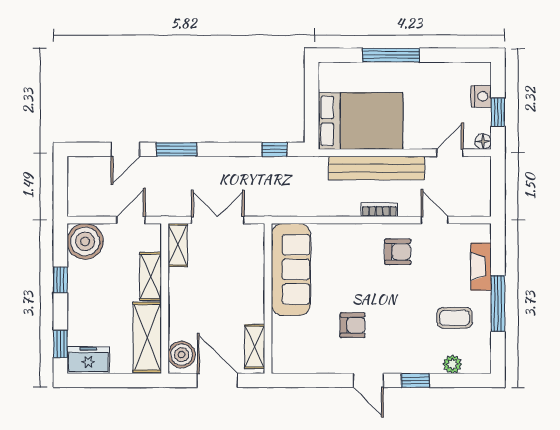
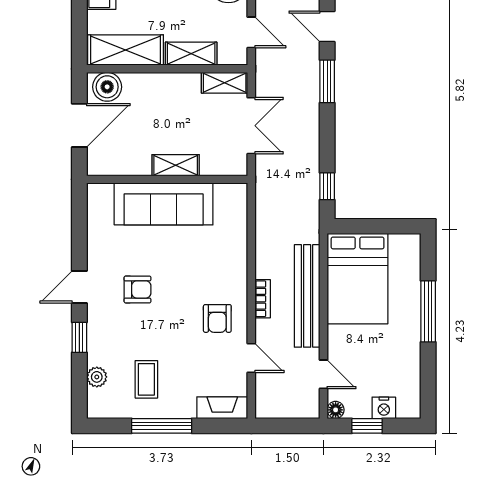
door: (435, 220) -> (251, 358), hinge flipped
fireplace: (481, 267) -> (222, 408), moved
sofa: (291, 269) -> (164, 204), moved
armchair: (353, 325) -> (137, 289), moved, turned -90
shelving: (255, 347) -> (176, 165), moved

